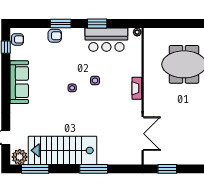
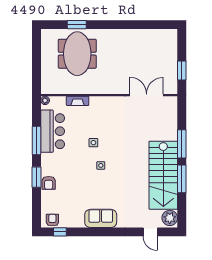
window: (97, 24) -> (36, 141), width x1.44
armchair: (55, 36) -> (49, 183), turned 180
sofa: (19, 82) -> (101, 218), width x0.73
fireplace: (137, 88) -> (78, 101), moved
window: (35, 169) -> (182, 179), moved

